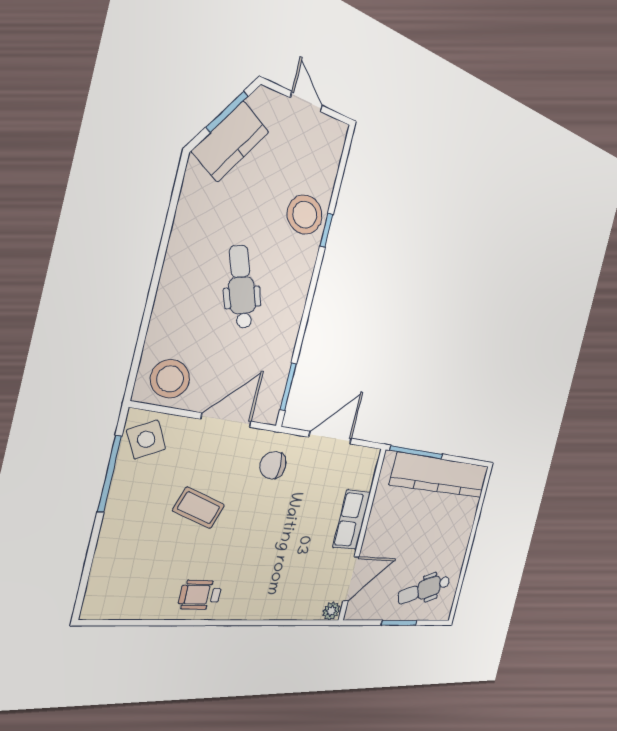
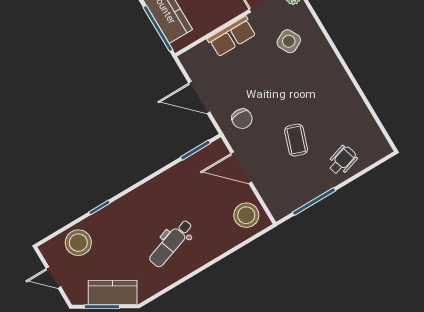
door: (306, 102) -> (53, 278), hinge flipped
stool: (305, 215) -> (78, 243), moved
dental chair: (241, 287) -> (171, 243), moved
side table: (146, 439) -> (289, 41), moved
wheelchair: (200, 595) -> (342, 160), moved, turned -107

